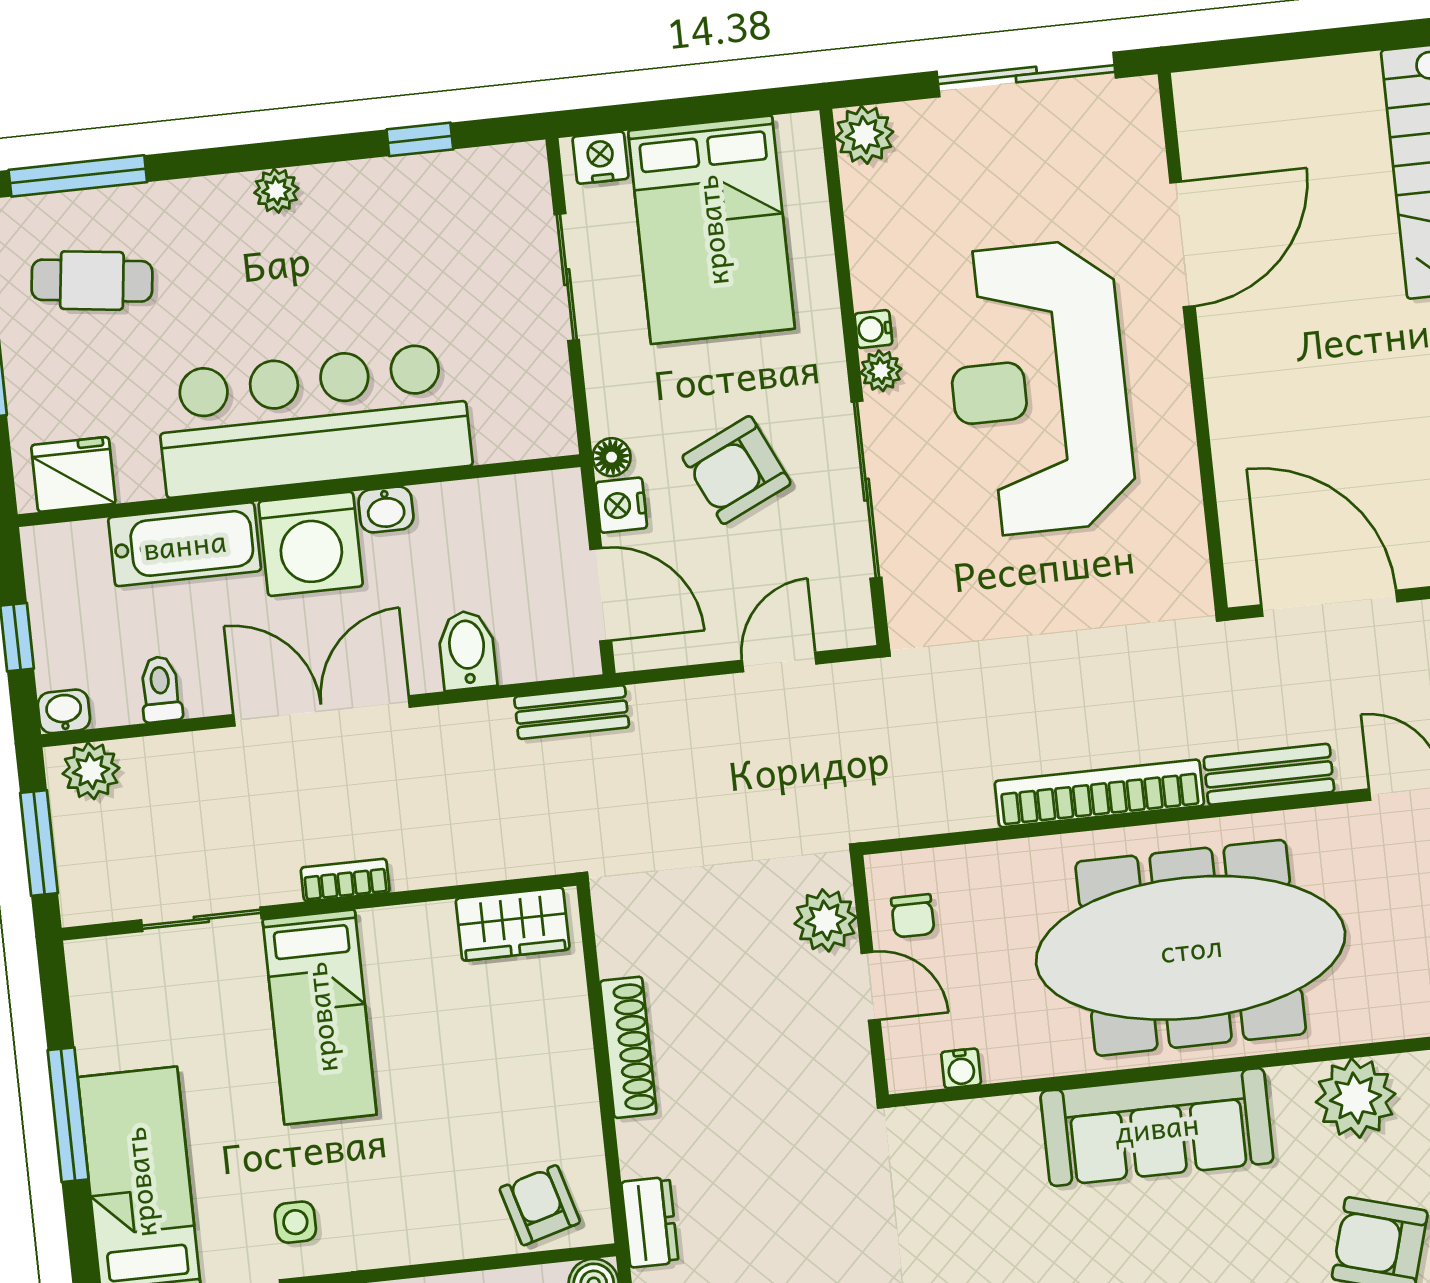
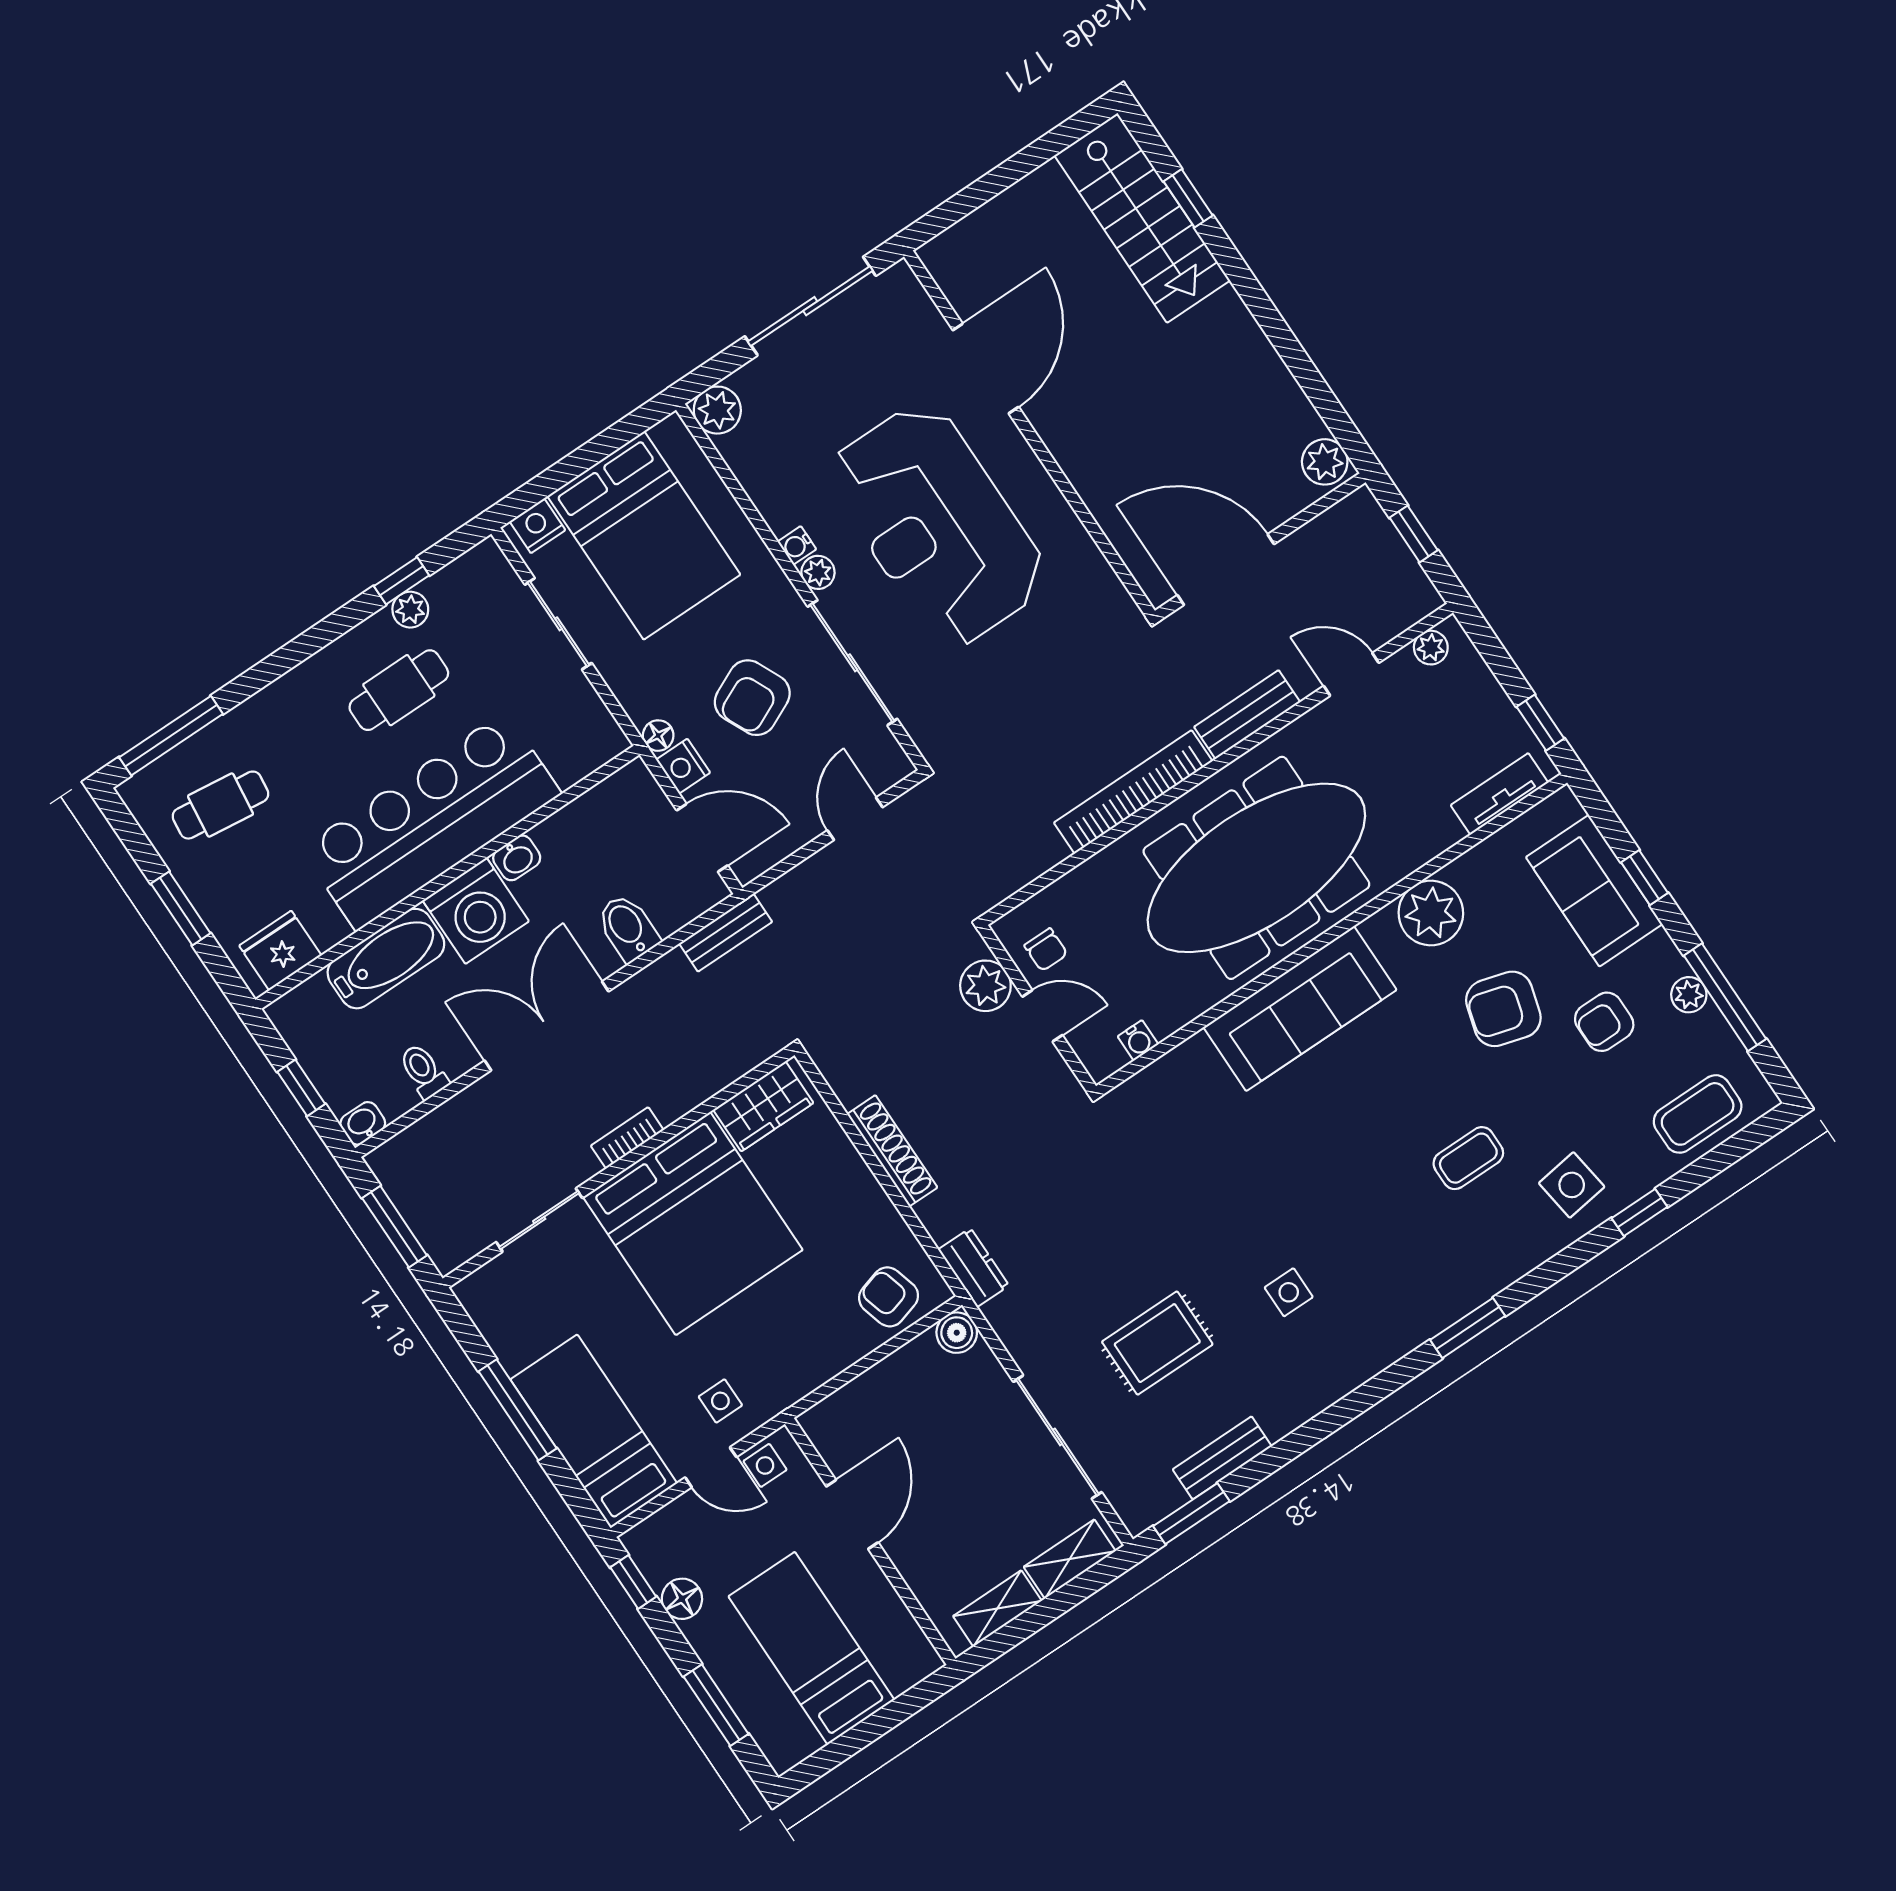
plant: (276, 191) -> (410, 610), moved
cafe table: (354, 258) -> (399, 690), added
plant: (91, 771) -> (404, 1156), removed
bed: (320, 1017) -> (693, 1223), width x2.04

